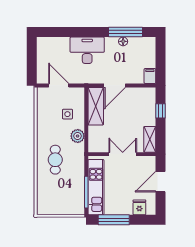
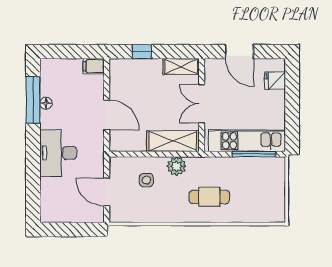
door: (59, 85) -> (107, 192), hinge flipped
shelving: (96, 106) -> (173, 141), moved
window: (114, 220) -> (292, 116), removed

